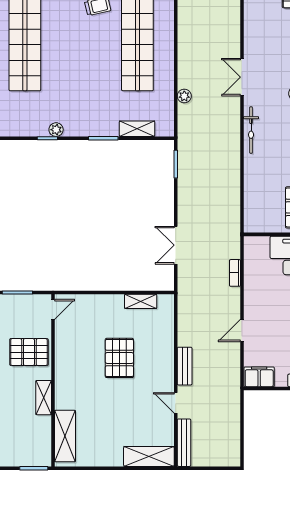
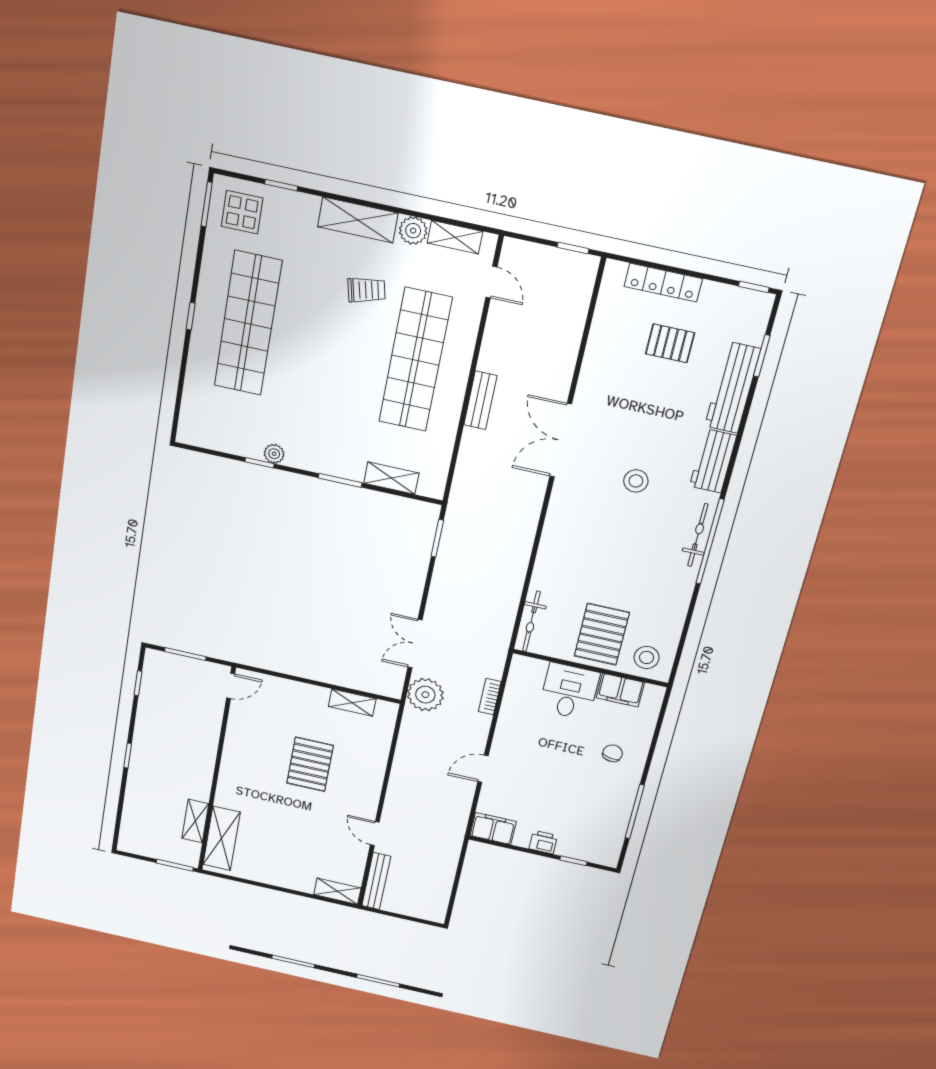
double door: (242, 77) -> (561, 440), width x1.37
plant: (184, 96) -> (425, 695), moved, width x1.87, depth x1.87
bicycle: (251, 130) -> (531, 621), moved
pallet: (29, 352) -> (190, 730), removed
bench: (185, 366) -> (480, 400), moved
shelving: (44, 398) -> (195, 821), moved
shelving: (149, 456) -> (337, 891), width x0.67, depth x0.75

